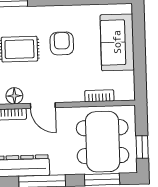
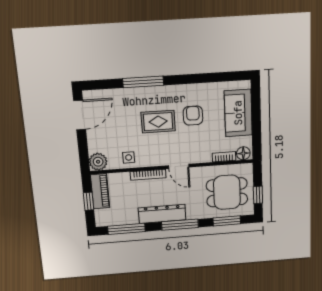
floor lamp: (14, 96) -> (243, 153), moved
dining table: (103, 142) -> (227, 192), width x0.73

